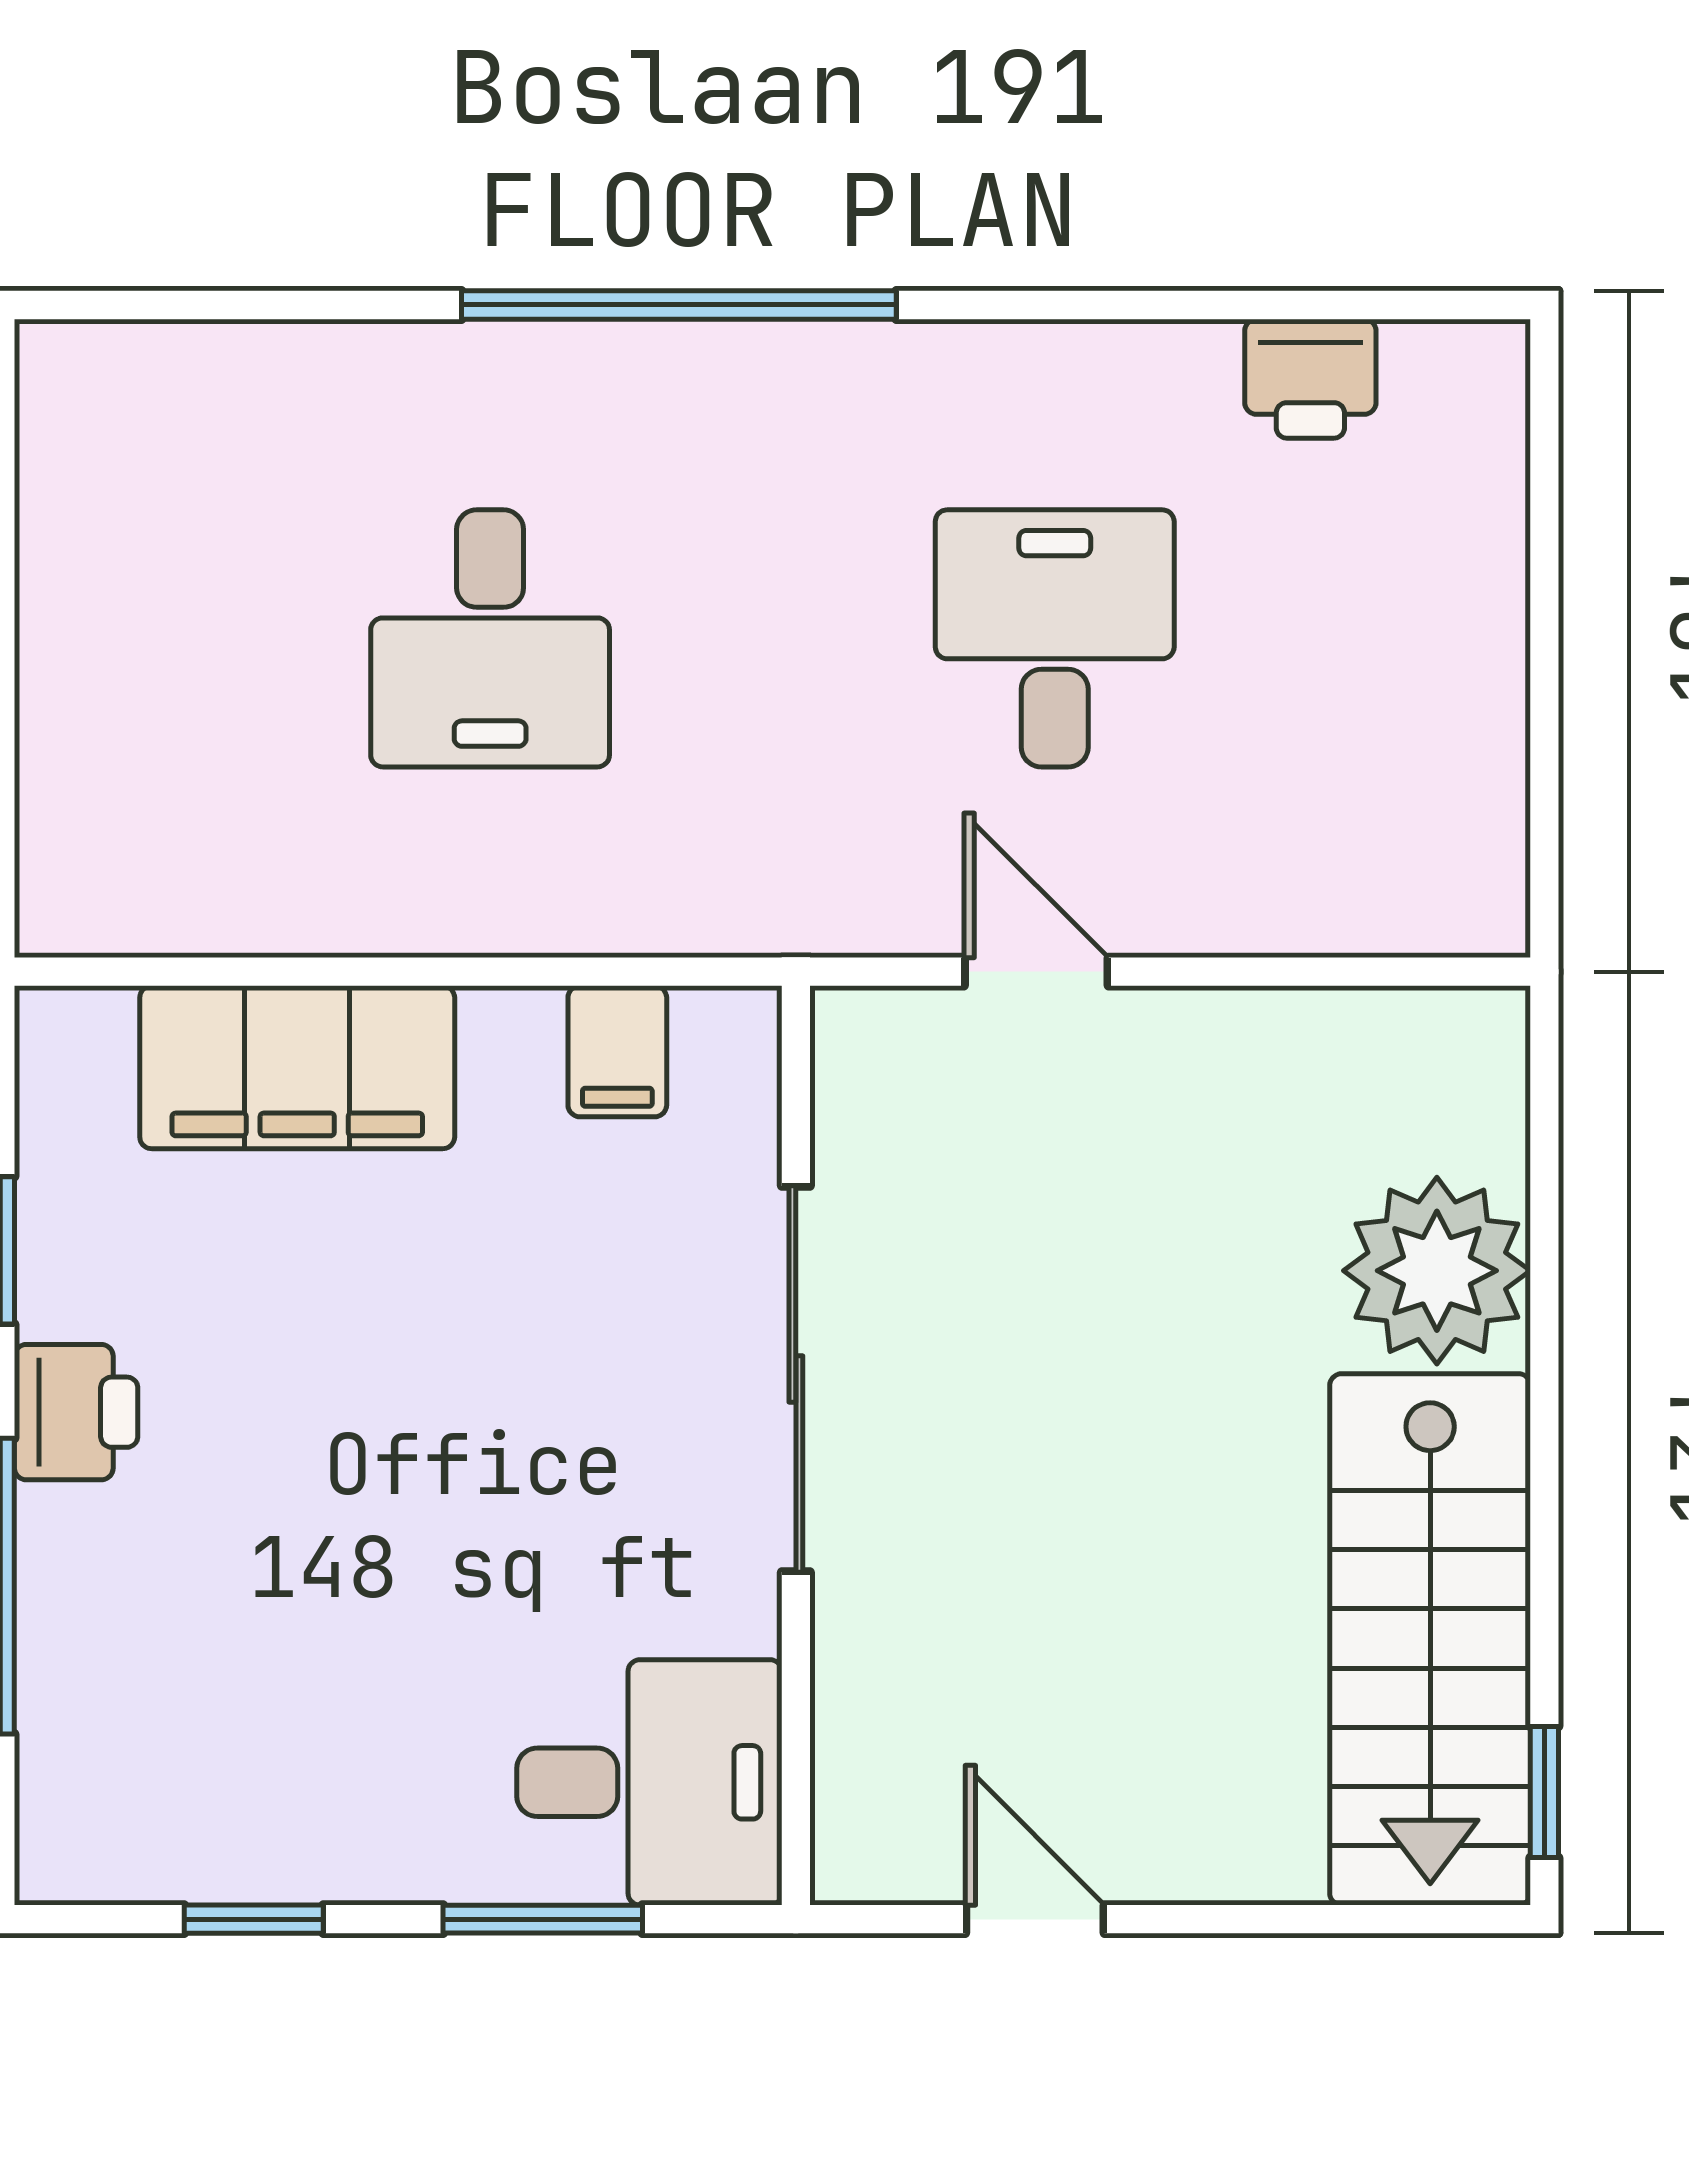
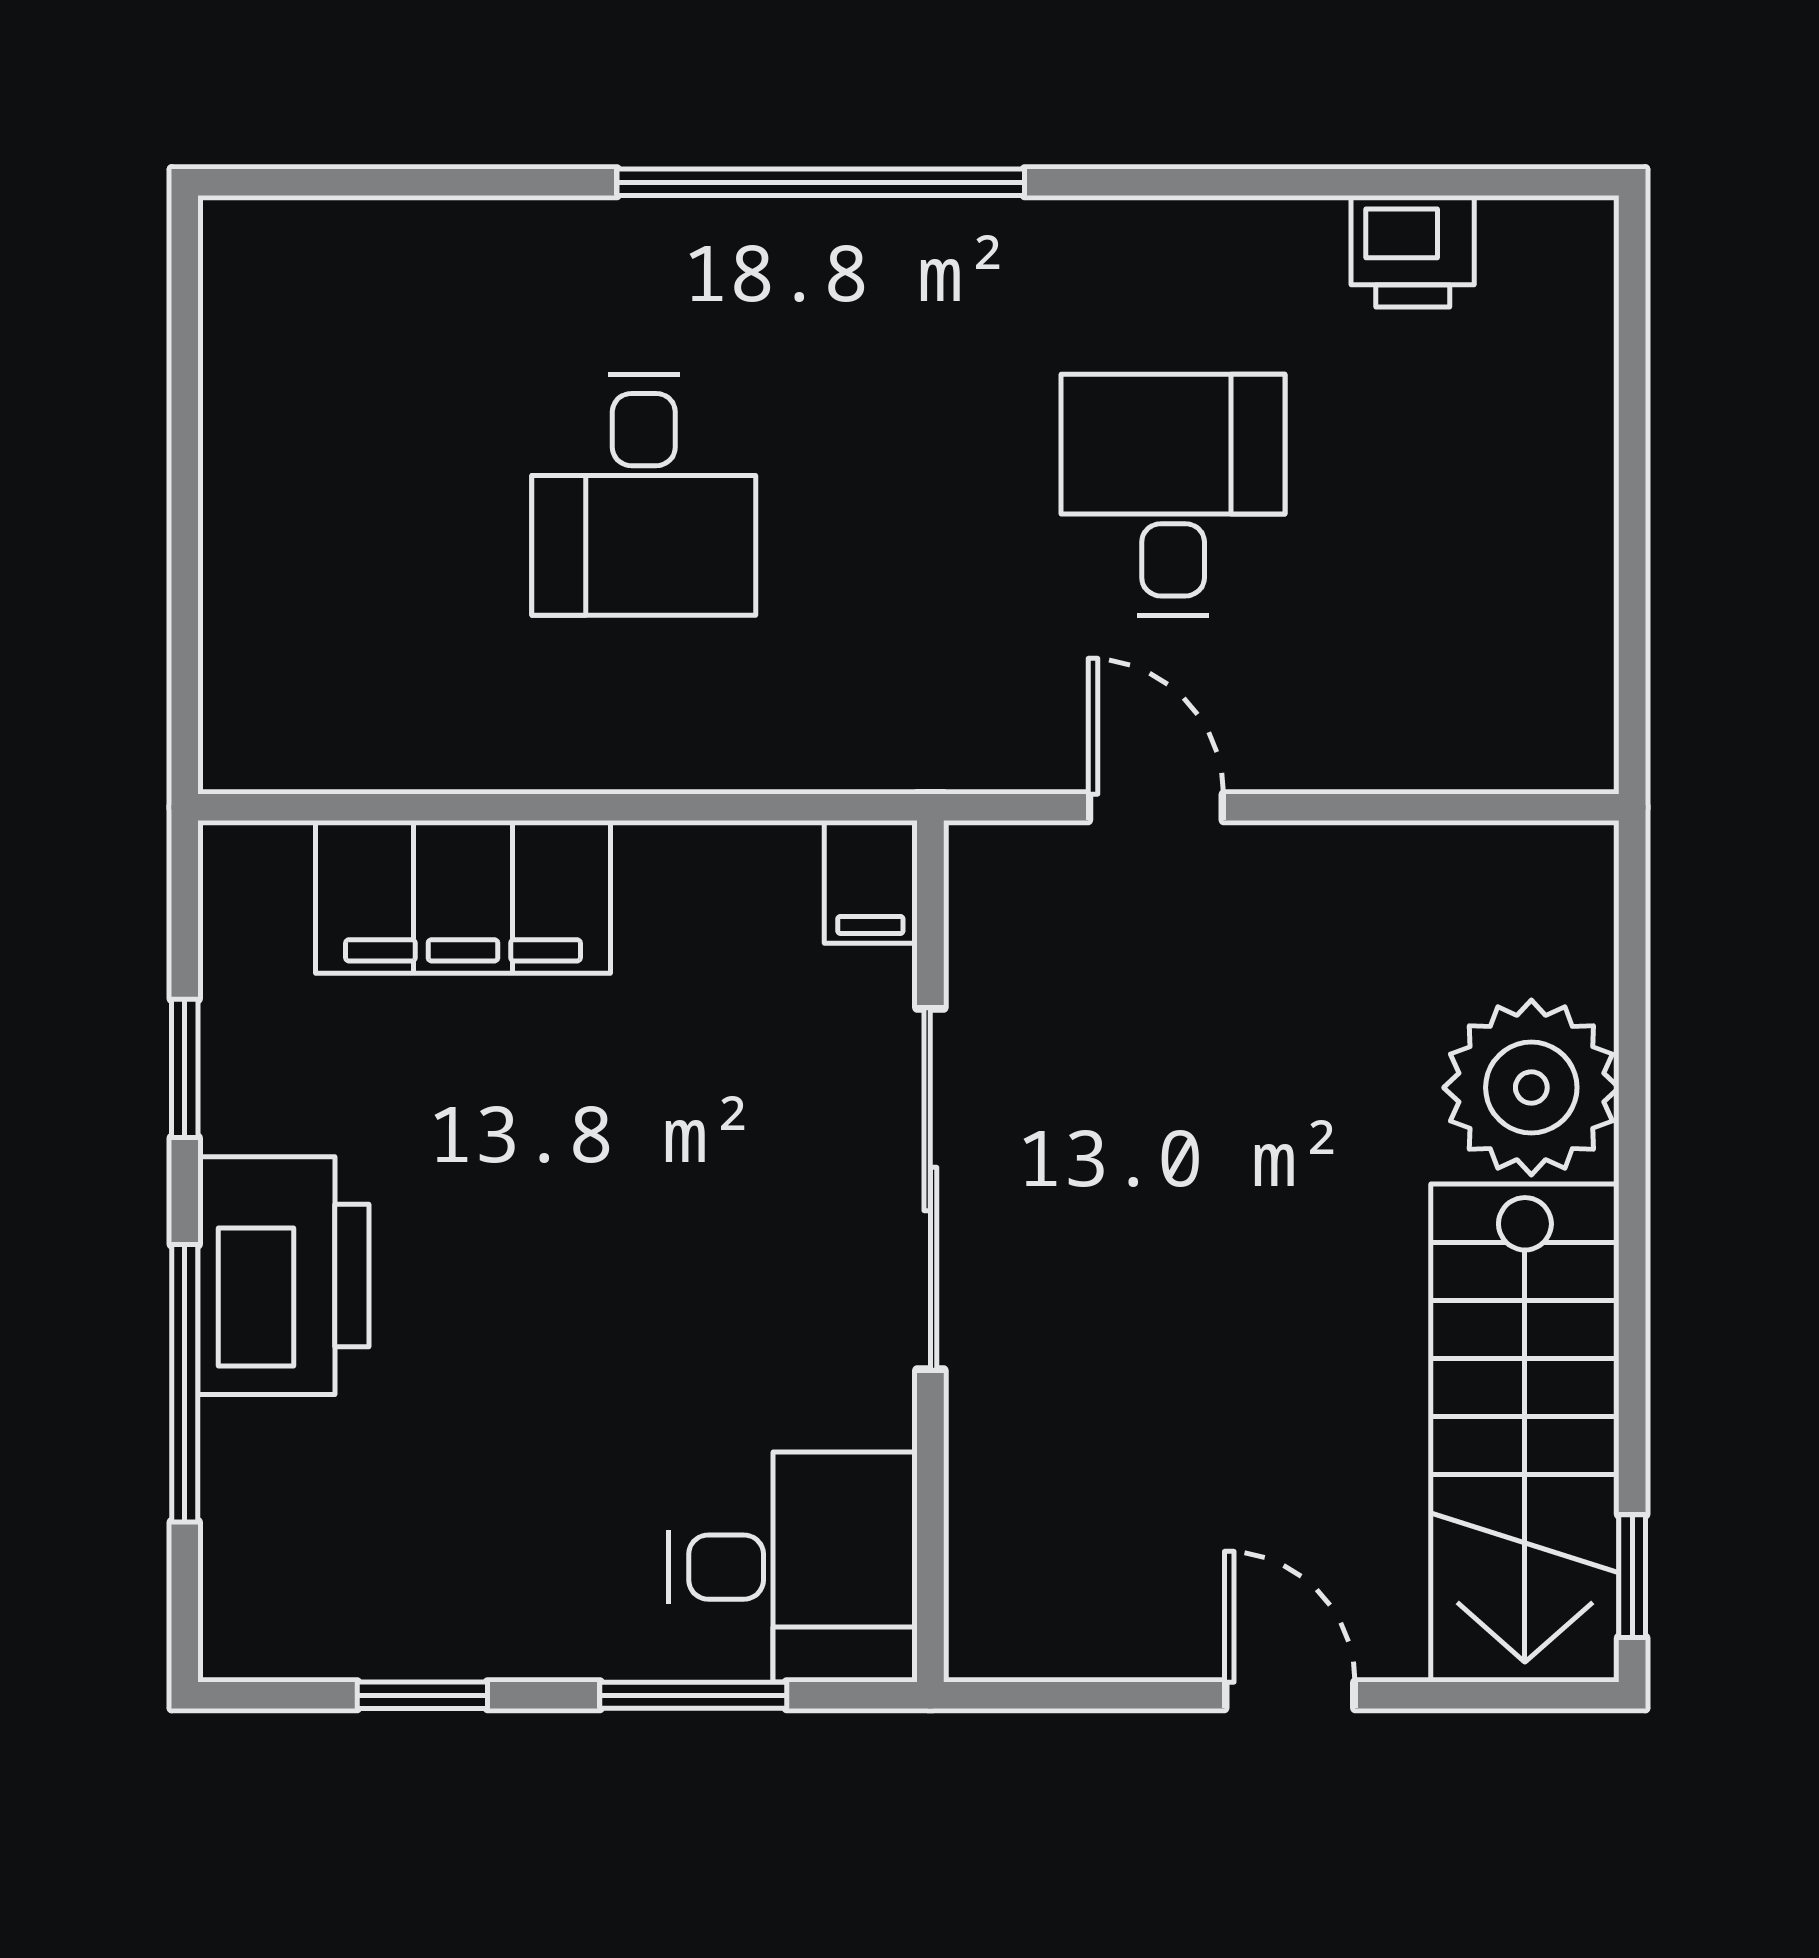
filing cabinet: (617, 1051) -> (870, 882), moved
printer: (76, 1412) -> (283, 1276), width x1.87, depth x1.48
door: (1035, 1919) -> (1290, 1695), moved

